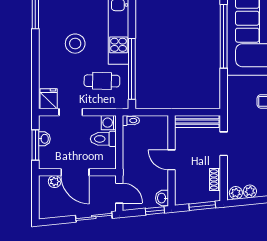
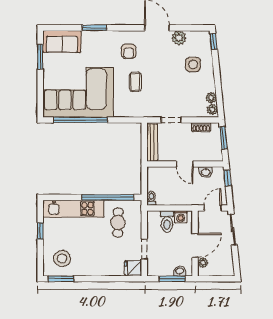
stool: (75, 44) -> (62, 258), moved
washing machine: (109, 123) -> (181, 217), moved
washbasin: (44, 139) -> (180, 271), moved
door: (171, 160) -> (185, 164), hinge flipped
washbasin: (162, 198) -> (206, 172), moved

